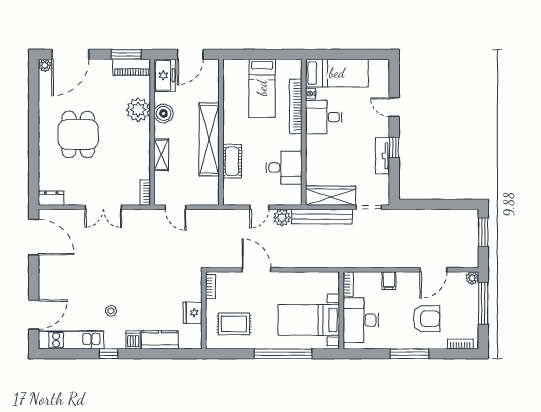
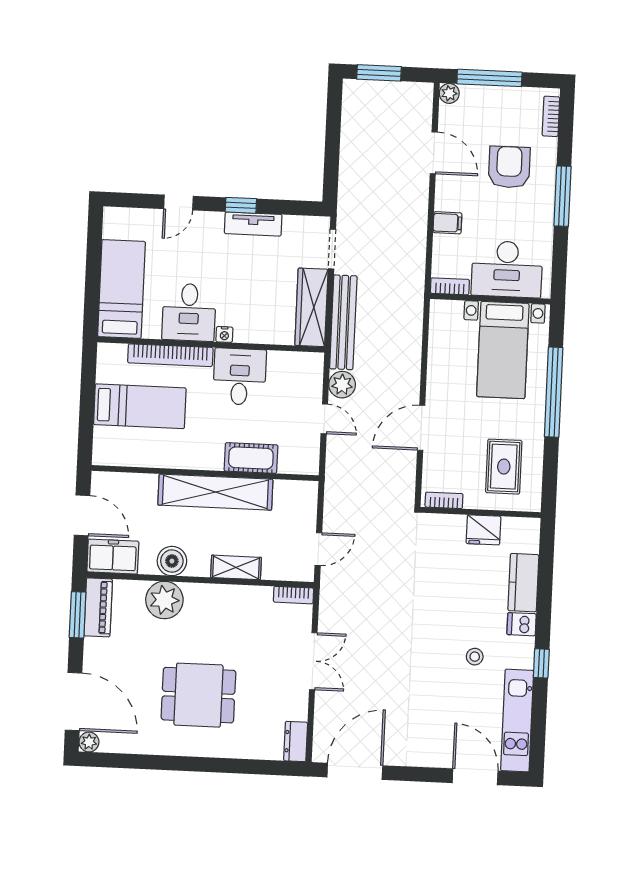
nightstand: (311, 94) -> (224, 334), moved
desk: (284, 168) -> (240, 377), moved

